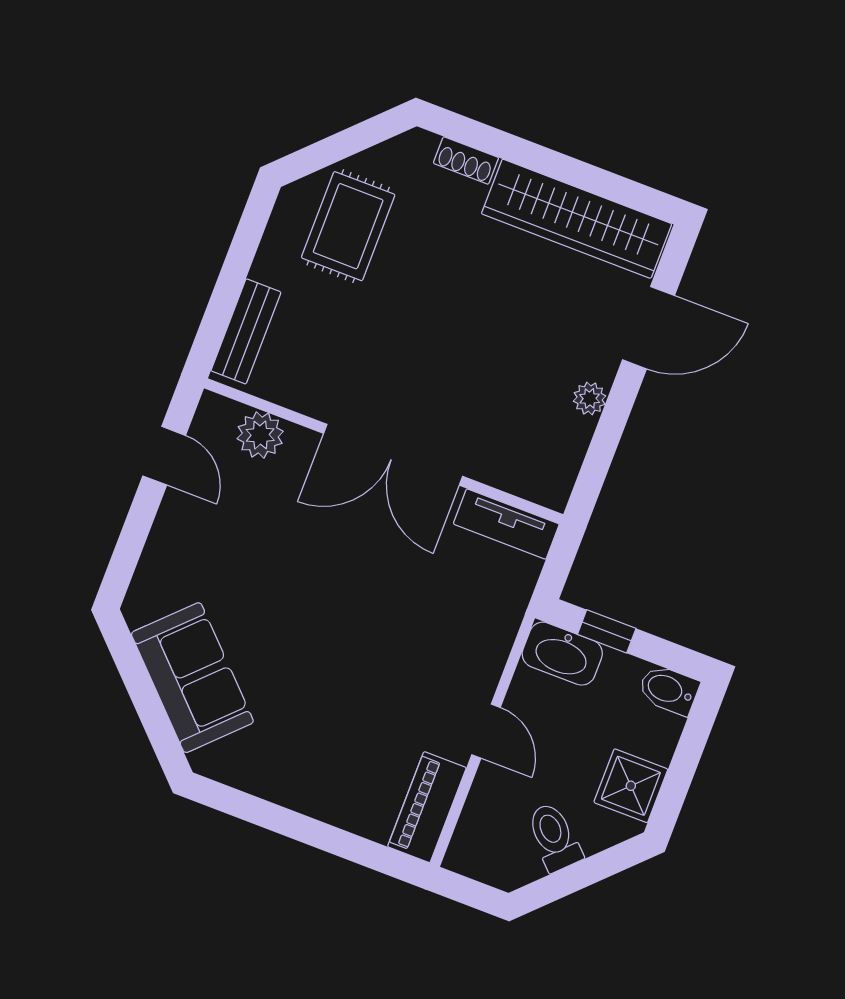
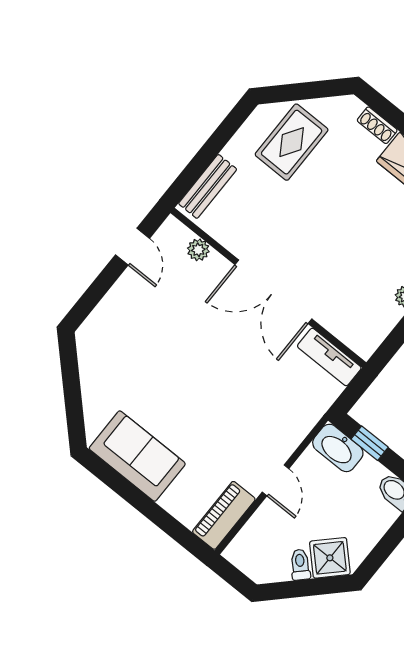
plant: (260, 435) -> (198, 250), width x0.73, depth x0.73
sofa: (192, 678) -> (137, 456), moved, turned -45
shower: (631, 786) -> (330, 558), moved, turned 45
toilet: (554, 837) -> (300, 565), width x0.73, depth x0.72

